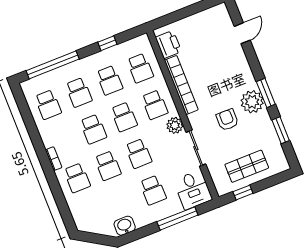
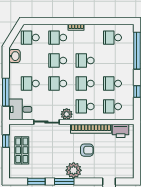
school desk: (79, 92) -> (30, 38), moved
plant: (252, 102) -> (74, 170), moved
armchair: (227, 120) -> (87, 150), moved

